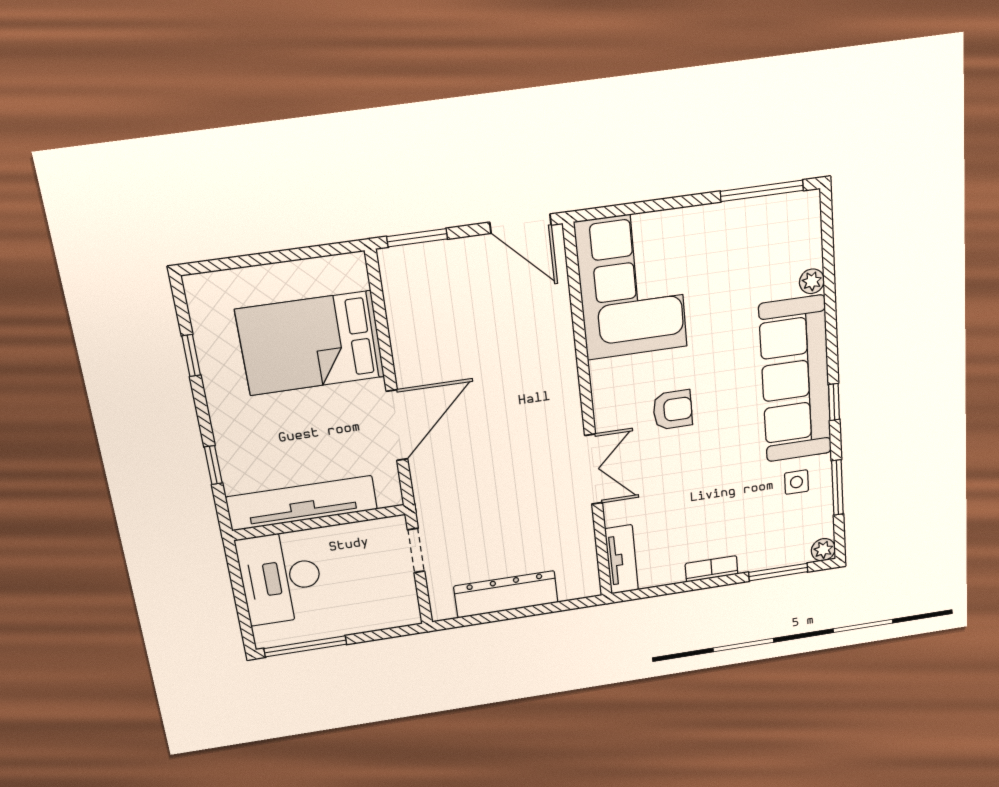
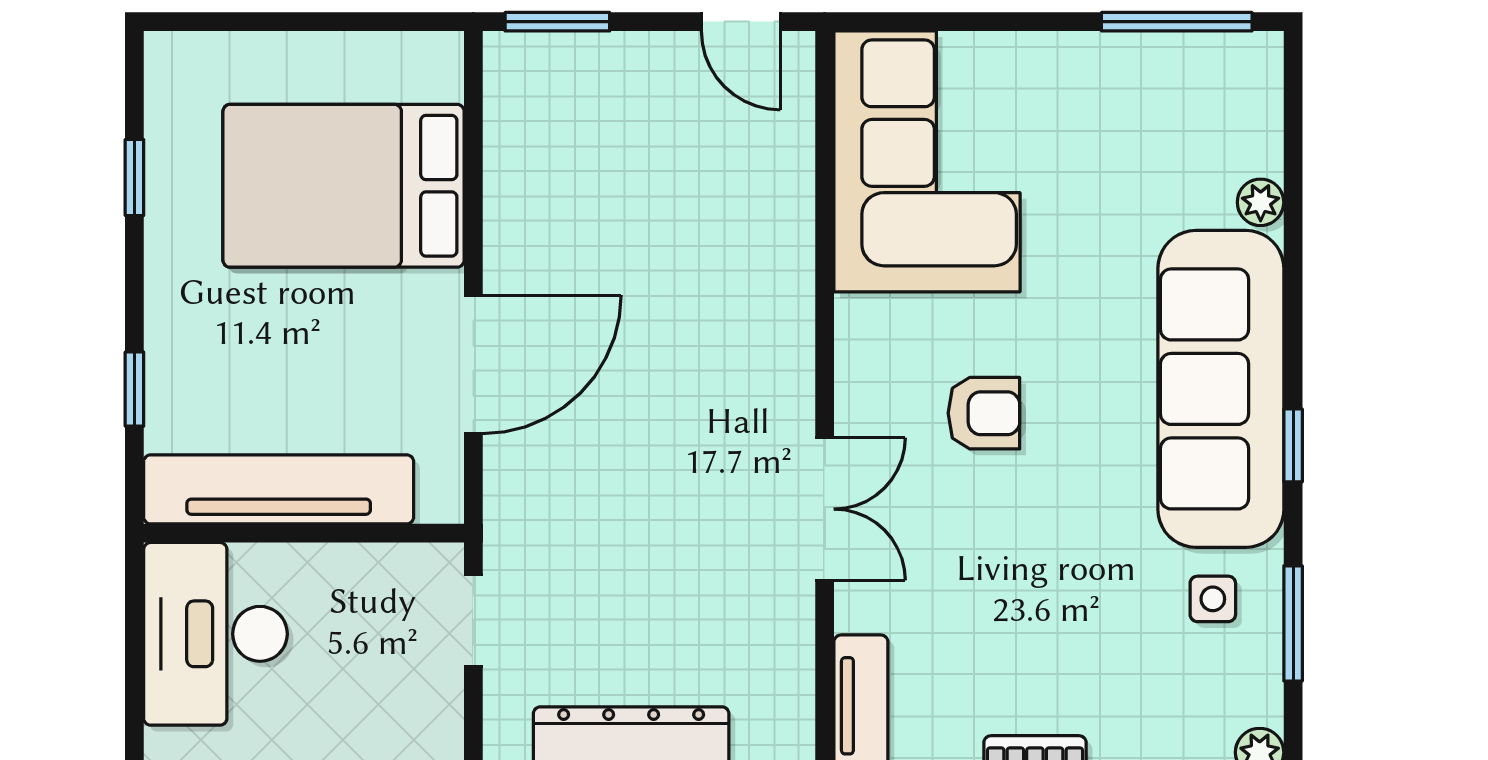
door: (521, 224) -> (741, 22), width x0.73

